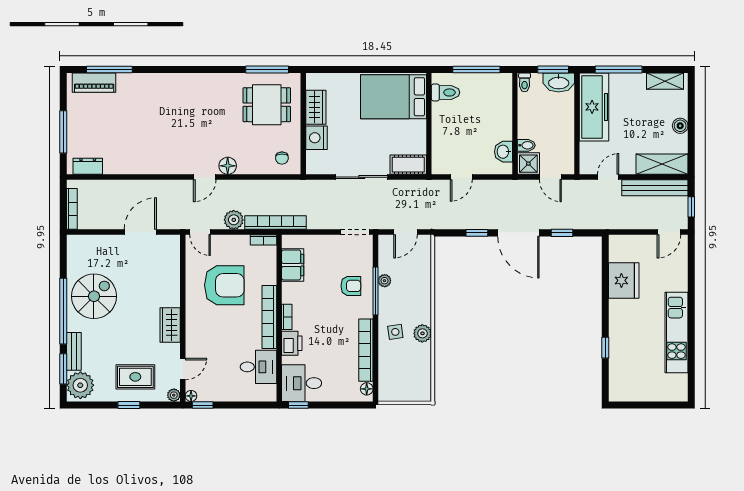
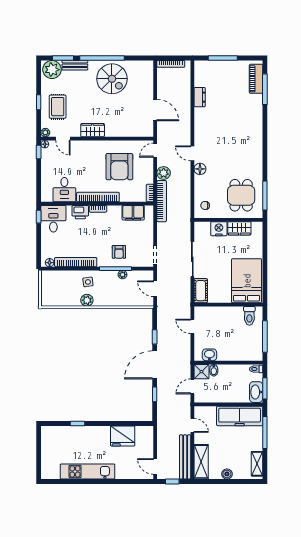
dresser: (88, 166) -> (200, 97), moved

